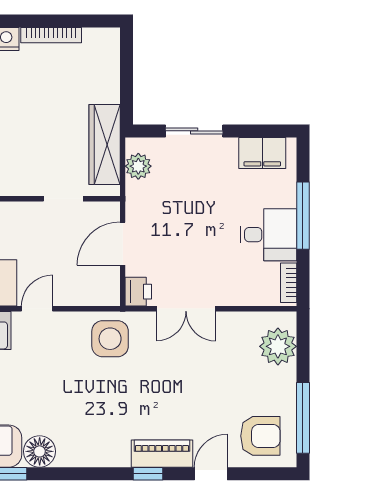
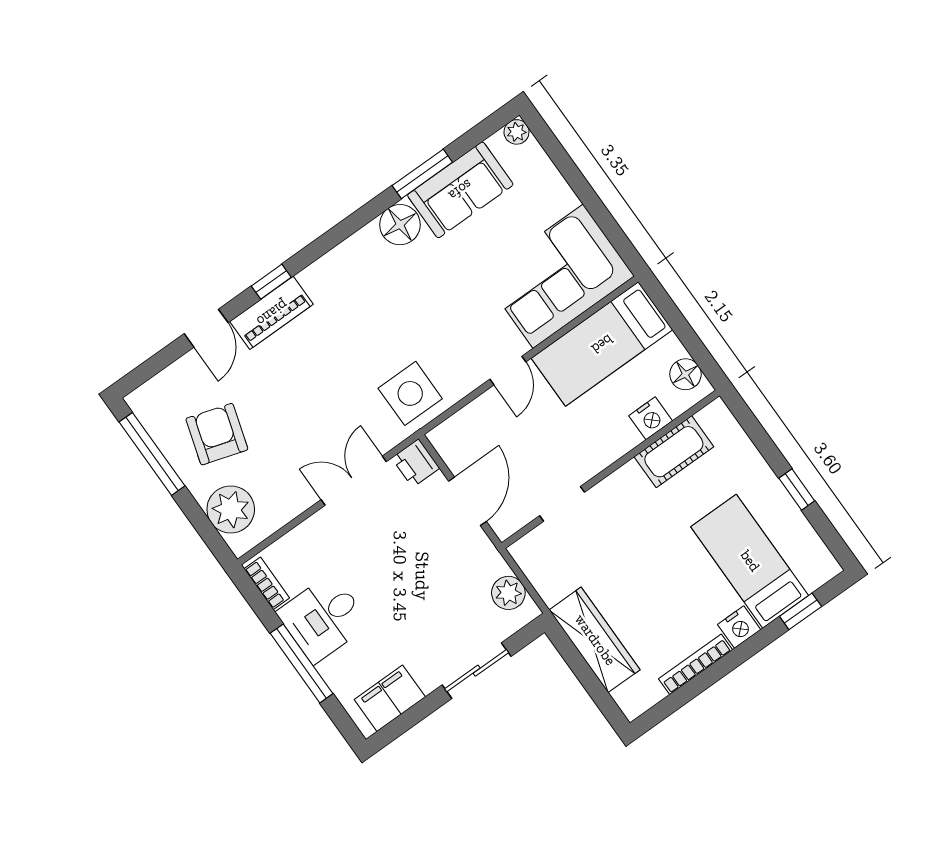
wardrobe: (105, 144) -> (595, 640), moved
armchair: (260, 436) -> (217, 434), moved, turned 107

